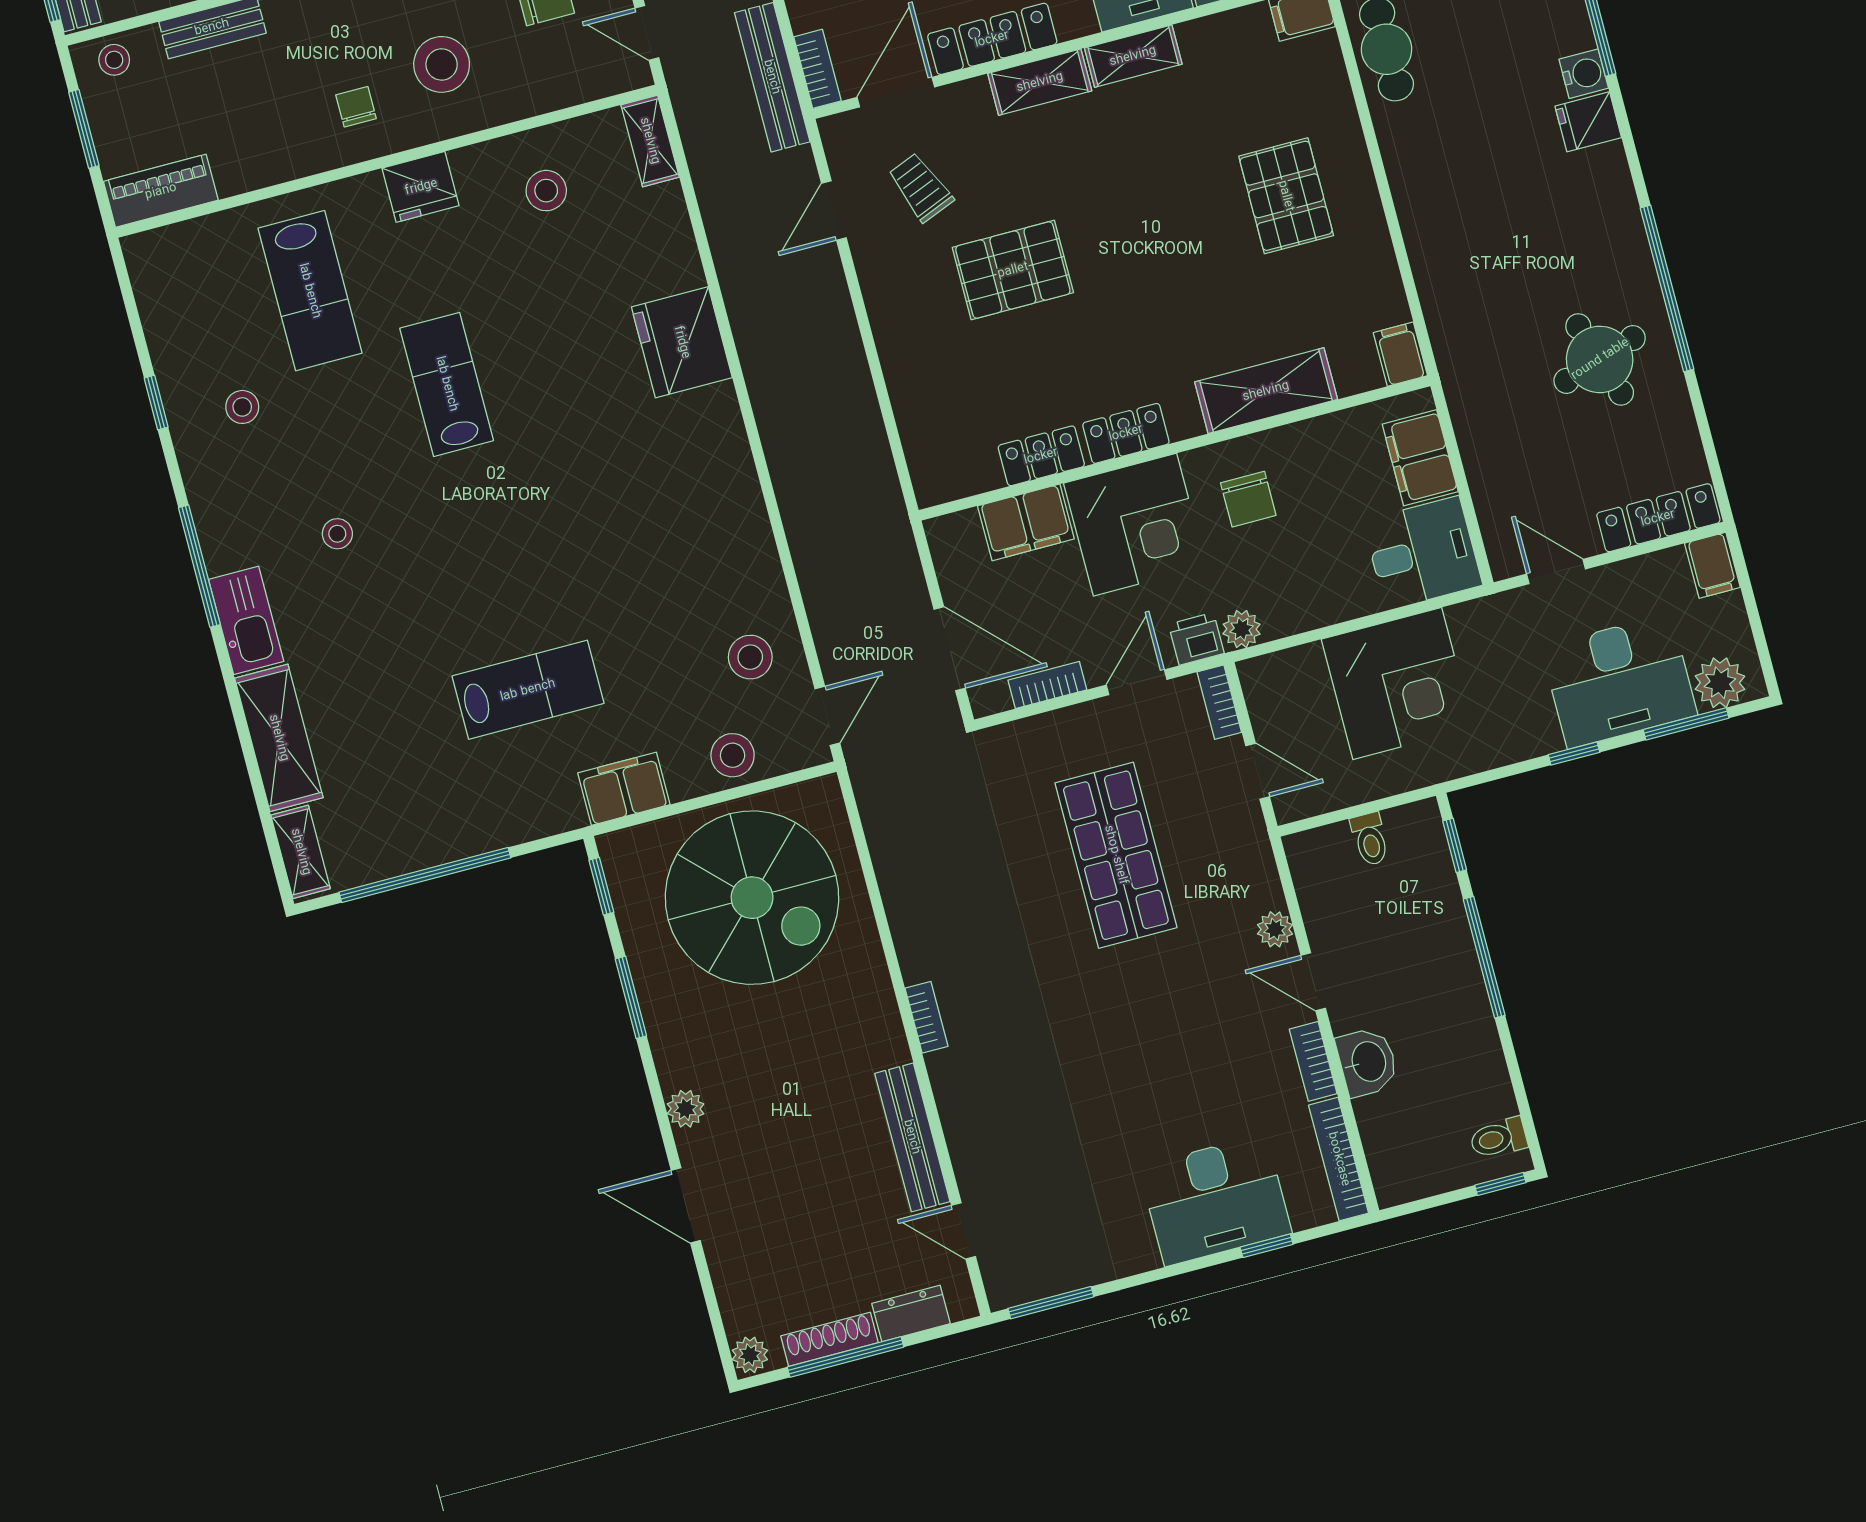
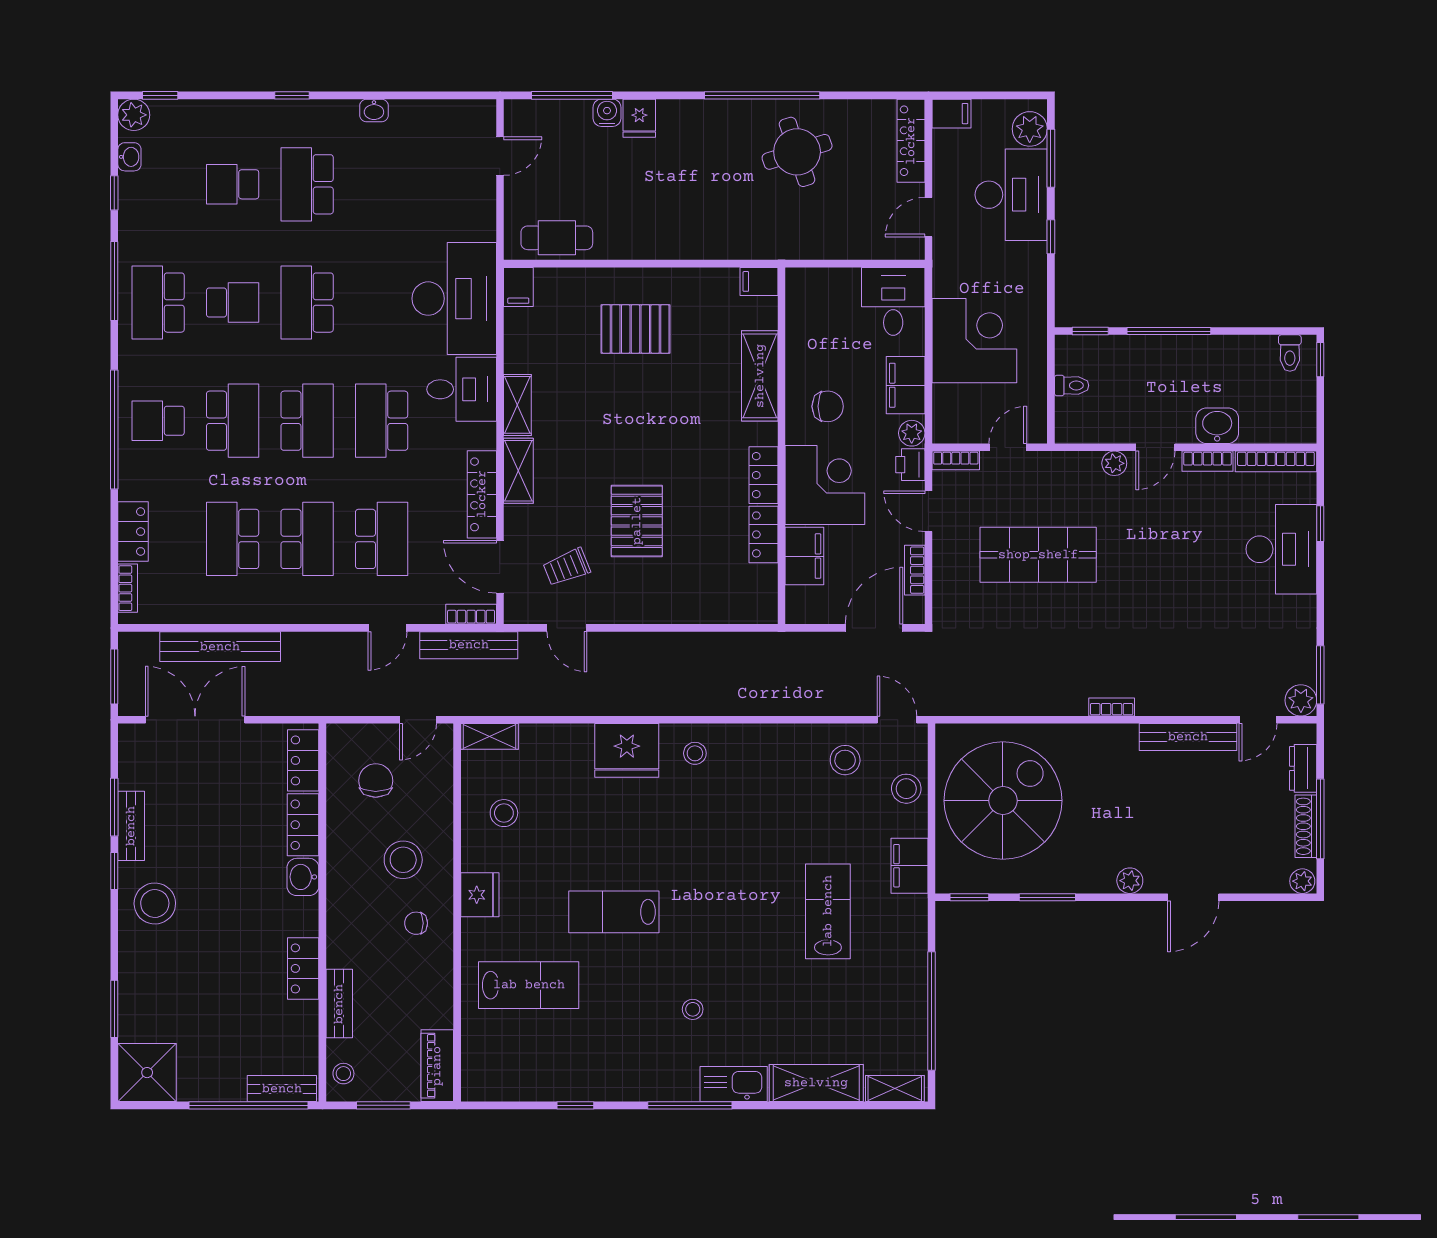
stool: (242, 407) -> (695, 753), moved
filing cabinet: (1420, 458) -> (906, 385), moved, turned 90
plant: (1007, 1285) -> (1301, 700), added

